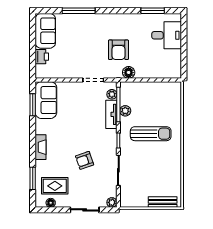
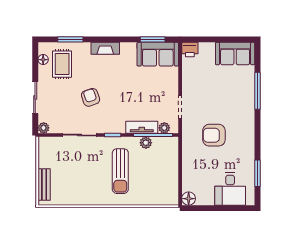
printer: (42, 57) -> (190, 50), moved
floor lamp: (129, 72) -> (189, 199), moved

